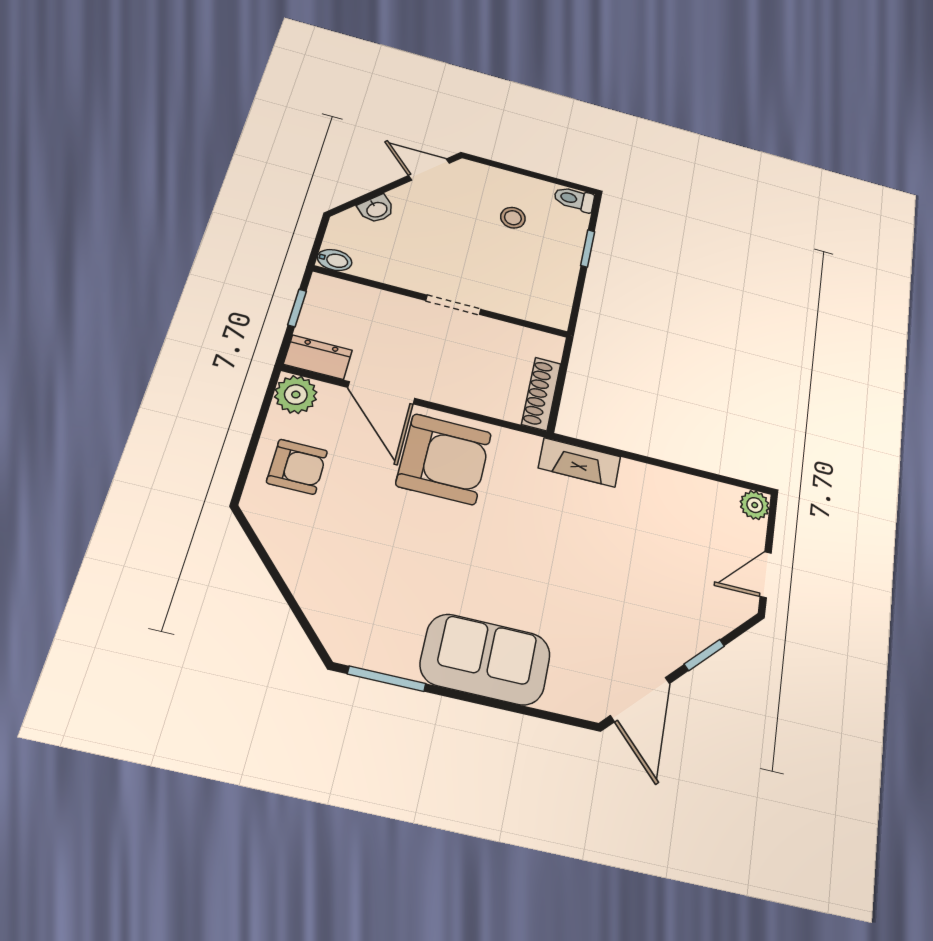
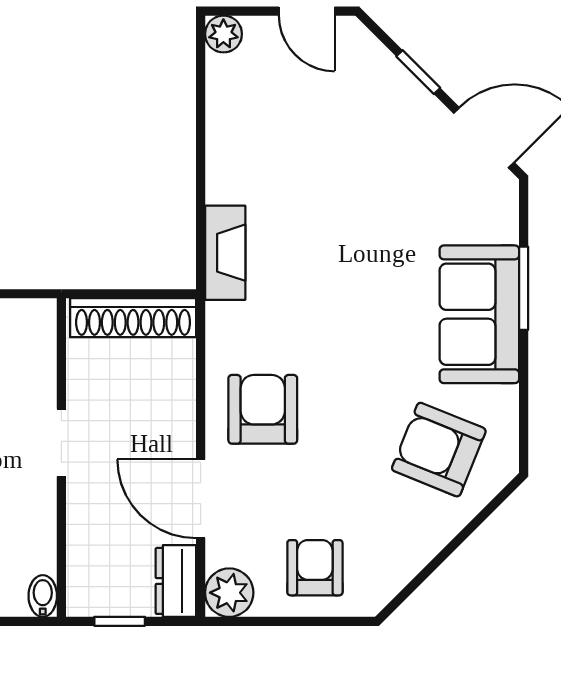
door: (381, 393) -> (201, 499), swing flipped
shoe rack: (541, 394) -> (133, 318), width x1.36, depth x1.24
armchair: (444, 459) -> (263, 409), width x0.73, depth x0.73
armchair: (373, 595) -> (439, 450), added
window: (387, 679) -> (524, 288), moved

